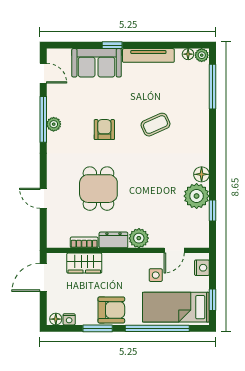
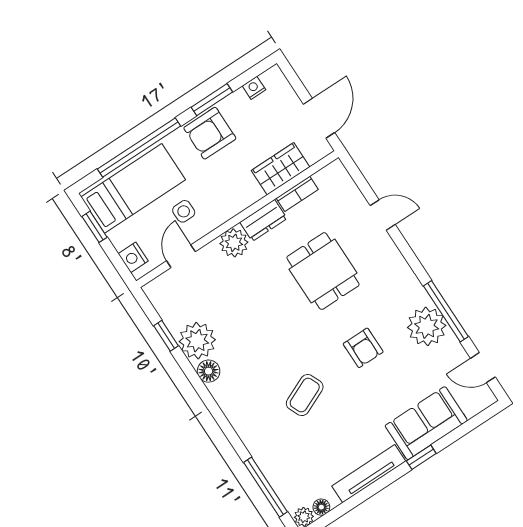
plant: (54, 124) -> (427, 326), width x1.87, depth x1.87
floor lamp: (56, 319) -> (270, 77), removed

